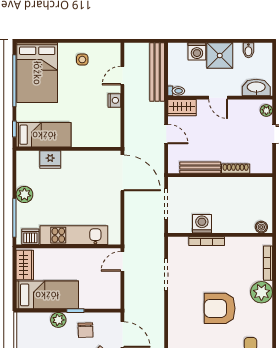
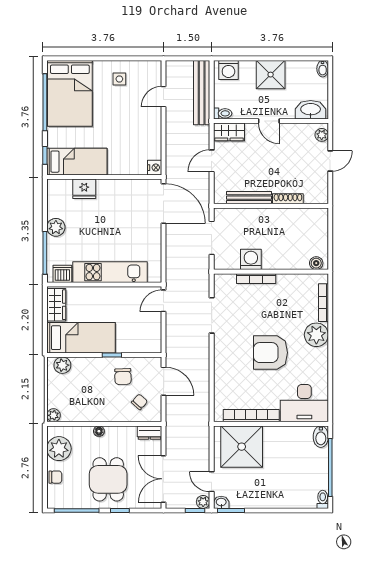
bidet: (248, 50) -> (323, 69), moved
washing machine: (197, 51) -> (228, 70), moved
nightstand: (114, 100) -> (155, 168), moved
door: (166, 134) -> (212, 161), swing flipped
plant: (58, 320) -> (62, 365), moved

